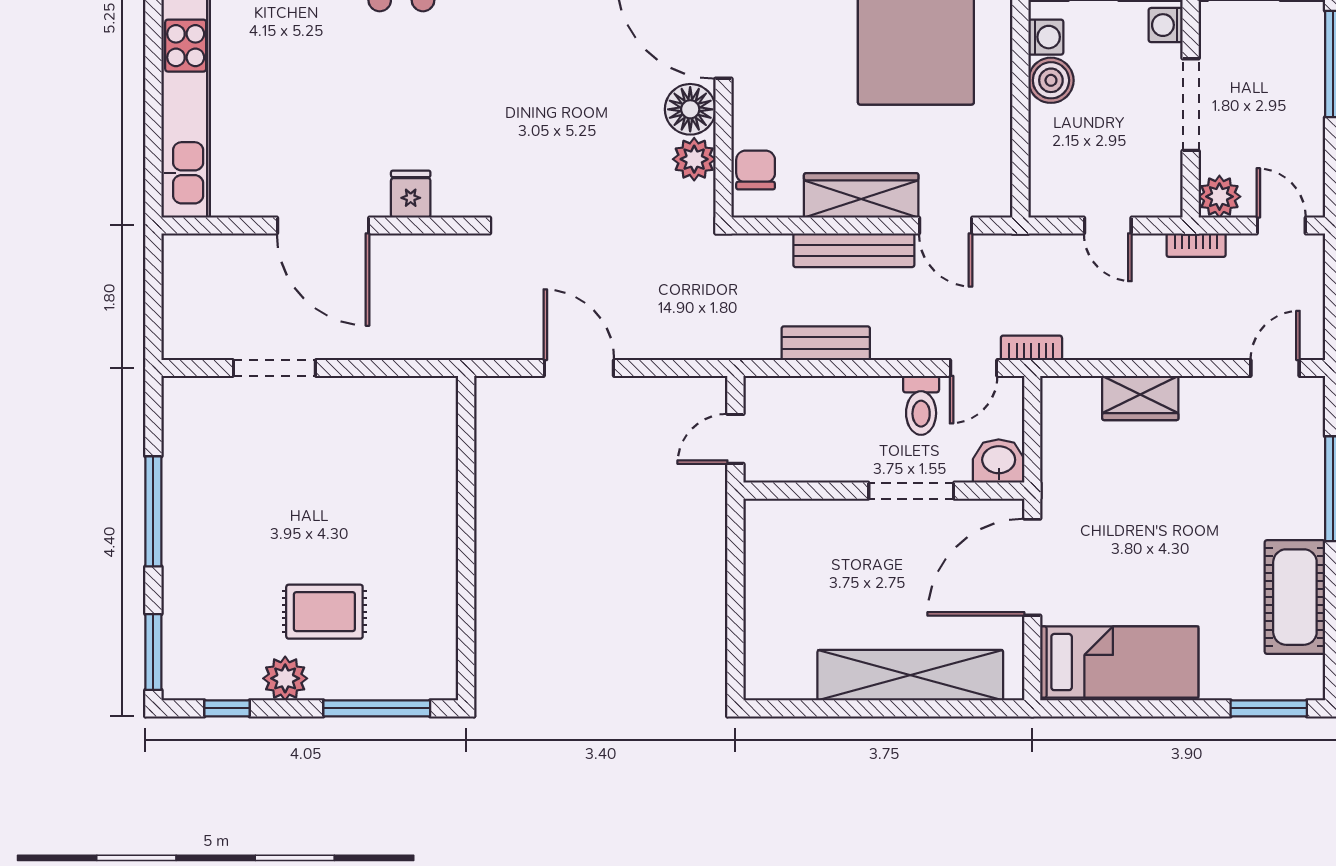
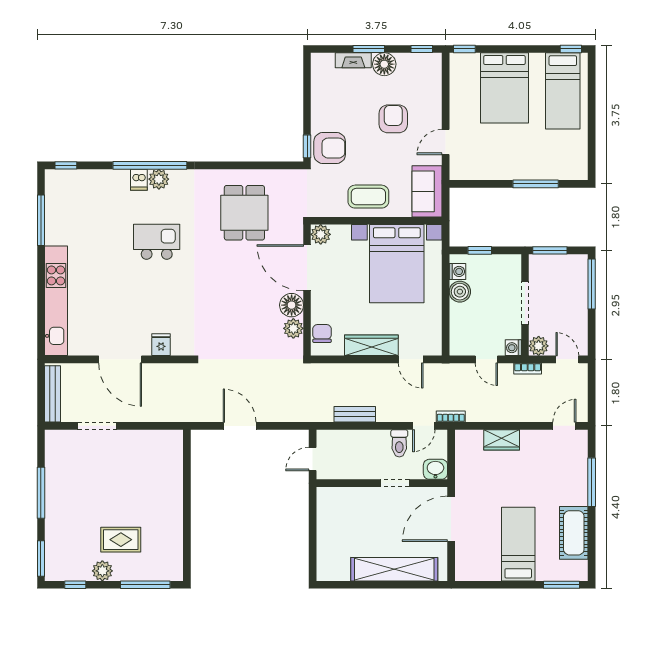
washing machine: (1166, 25) -> (513, 348), moved
bench: (854, 250) -> (53, 394), moved, turned 90
doorway: (911, 491) -> (395, 483), width x0.73
bed: (1119, 662) -> (518, 544), moved, turned -90

